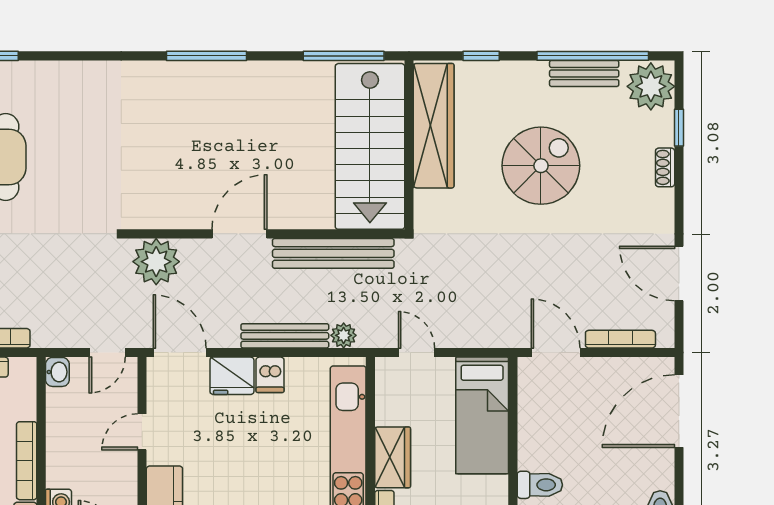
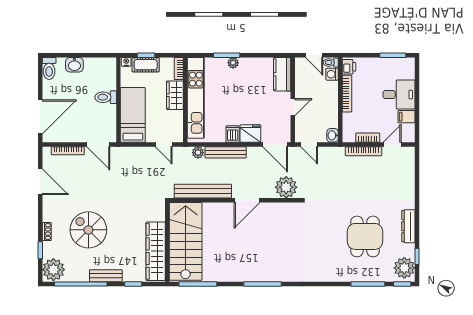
bench: (584, 73) -> (106, 276), moved
spiral stairs: (541, 166) -> (88, 230), moved, turned 90
door: (107, 353) -> (309, 144), swing flipped
toilet: (540, 485) -> (106, 97), moved

